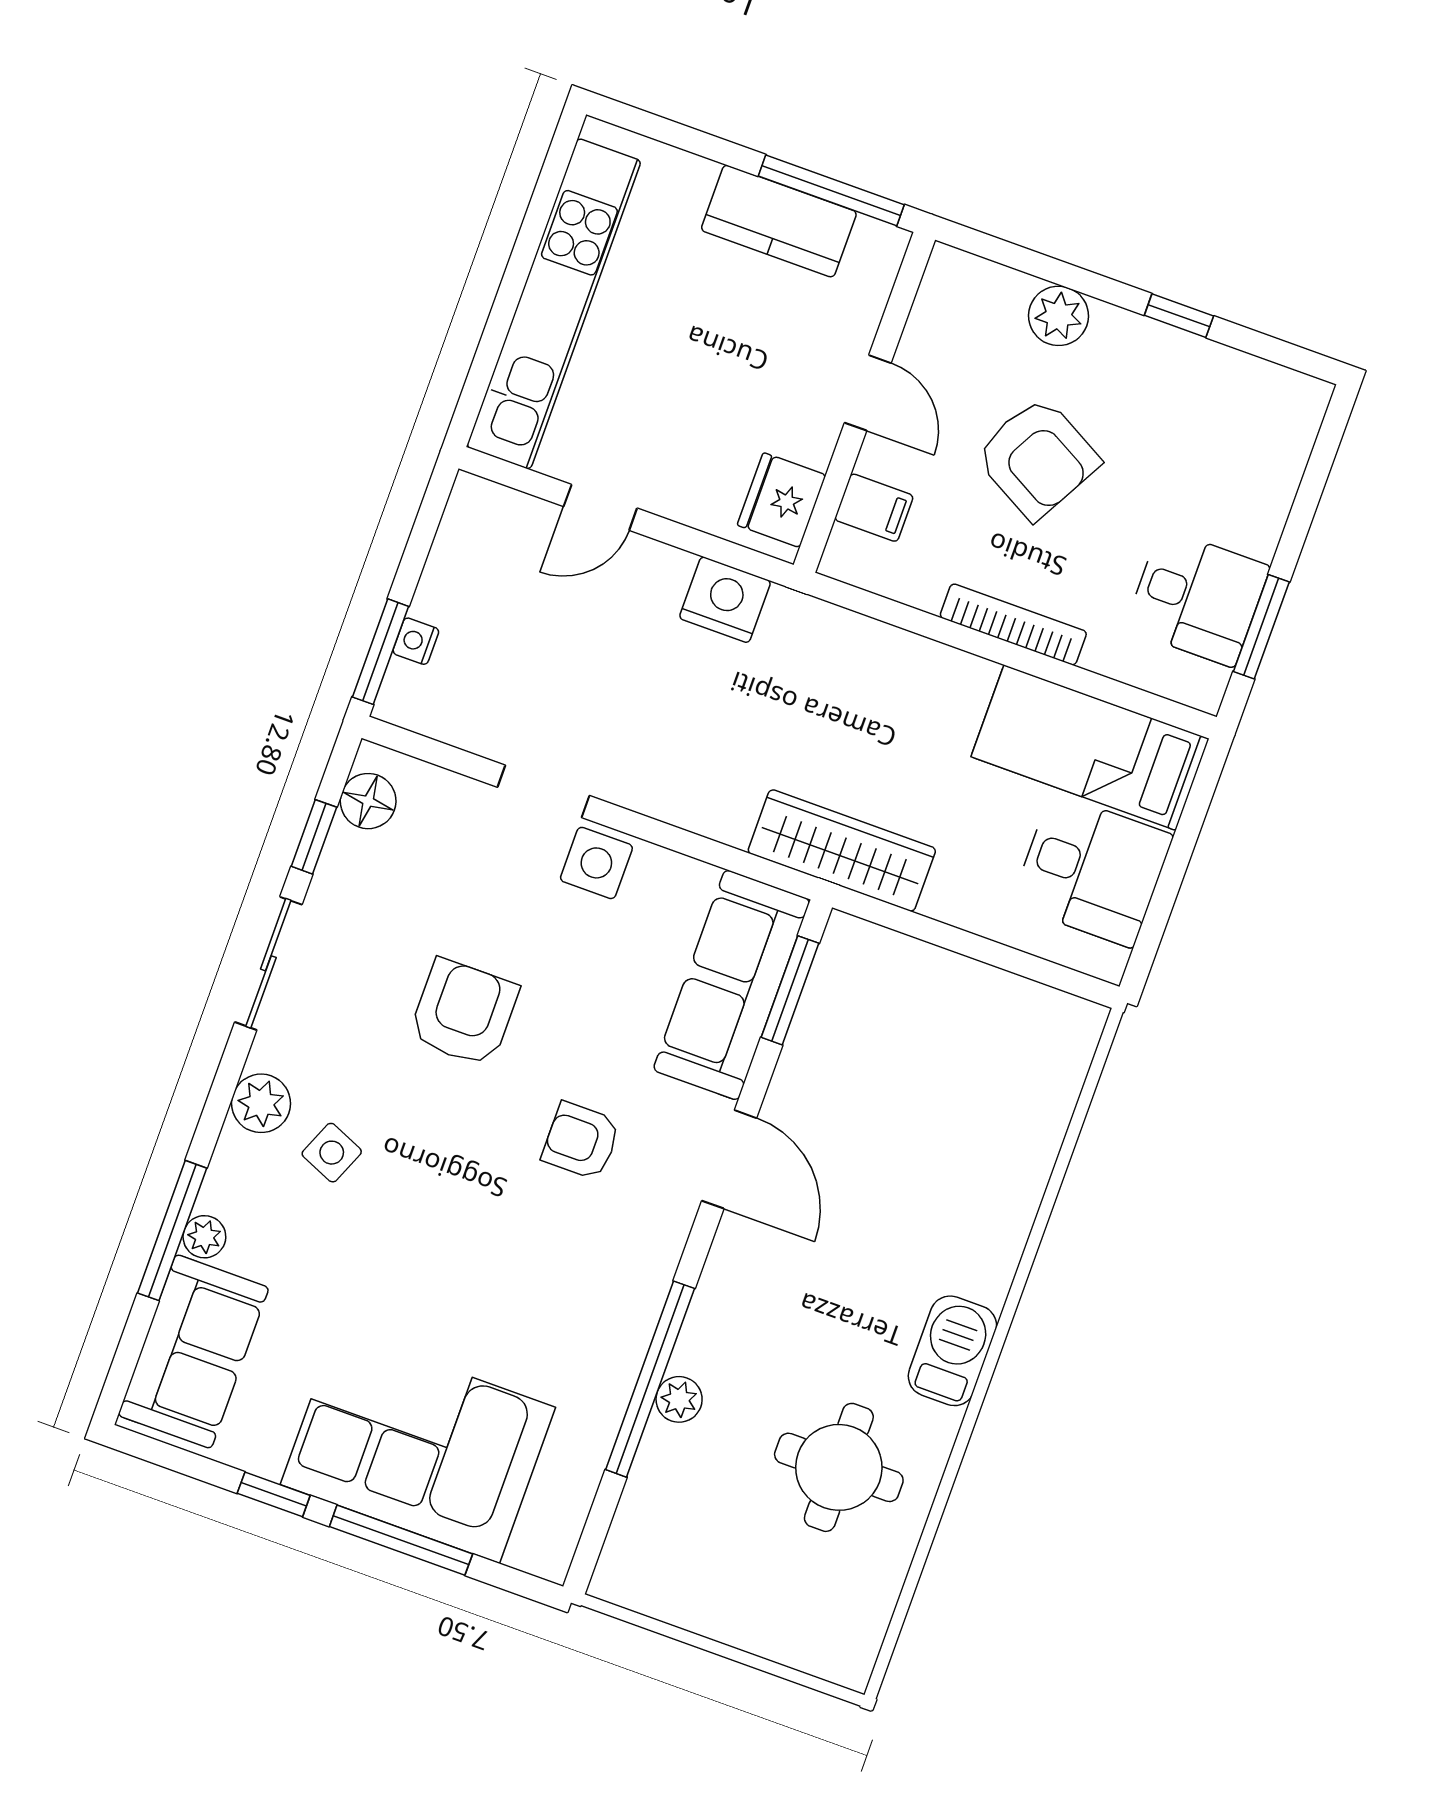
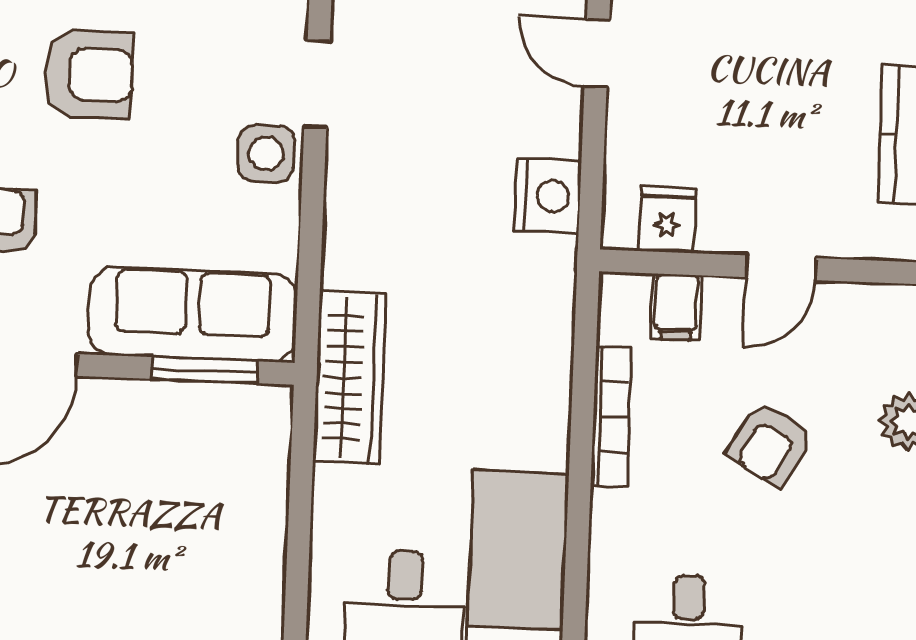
armchair: (1037, 458) -> (770, 444), width x0.72, depth x0.72
fridge: (782, 500) -> (667, 220), width x0.72
bookcase: (1013, 624) -> (611, 417), moved

